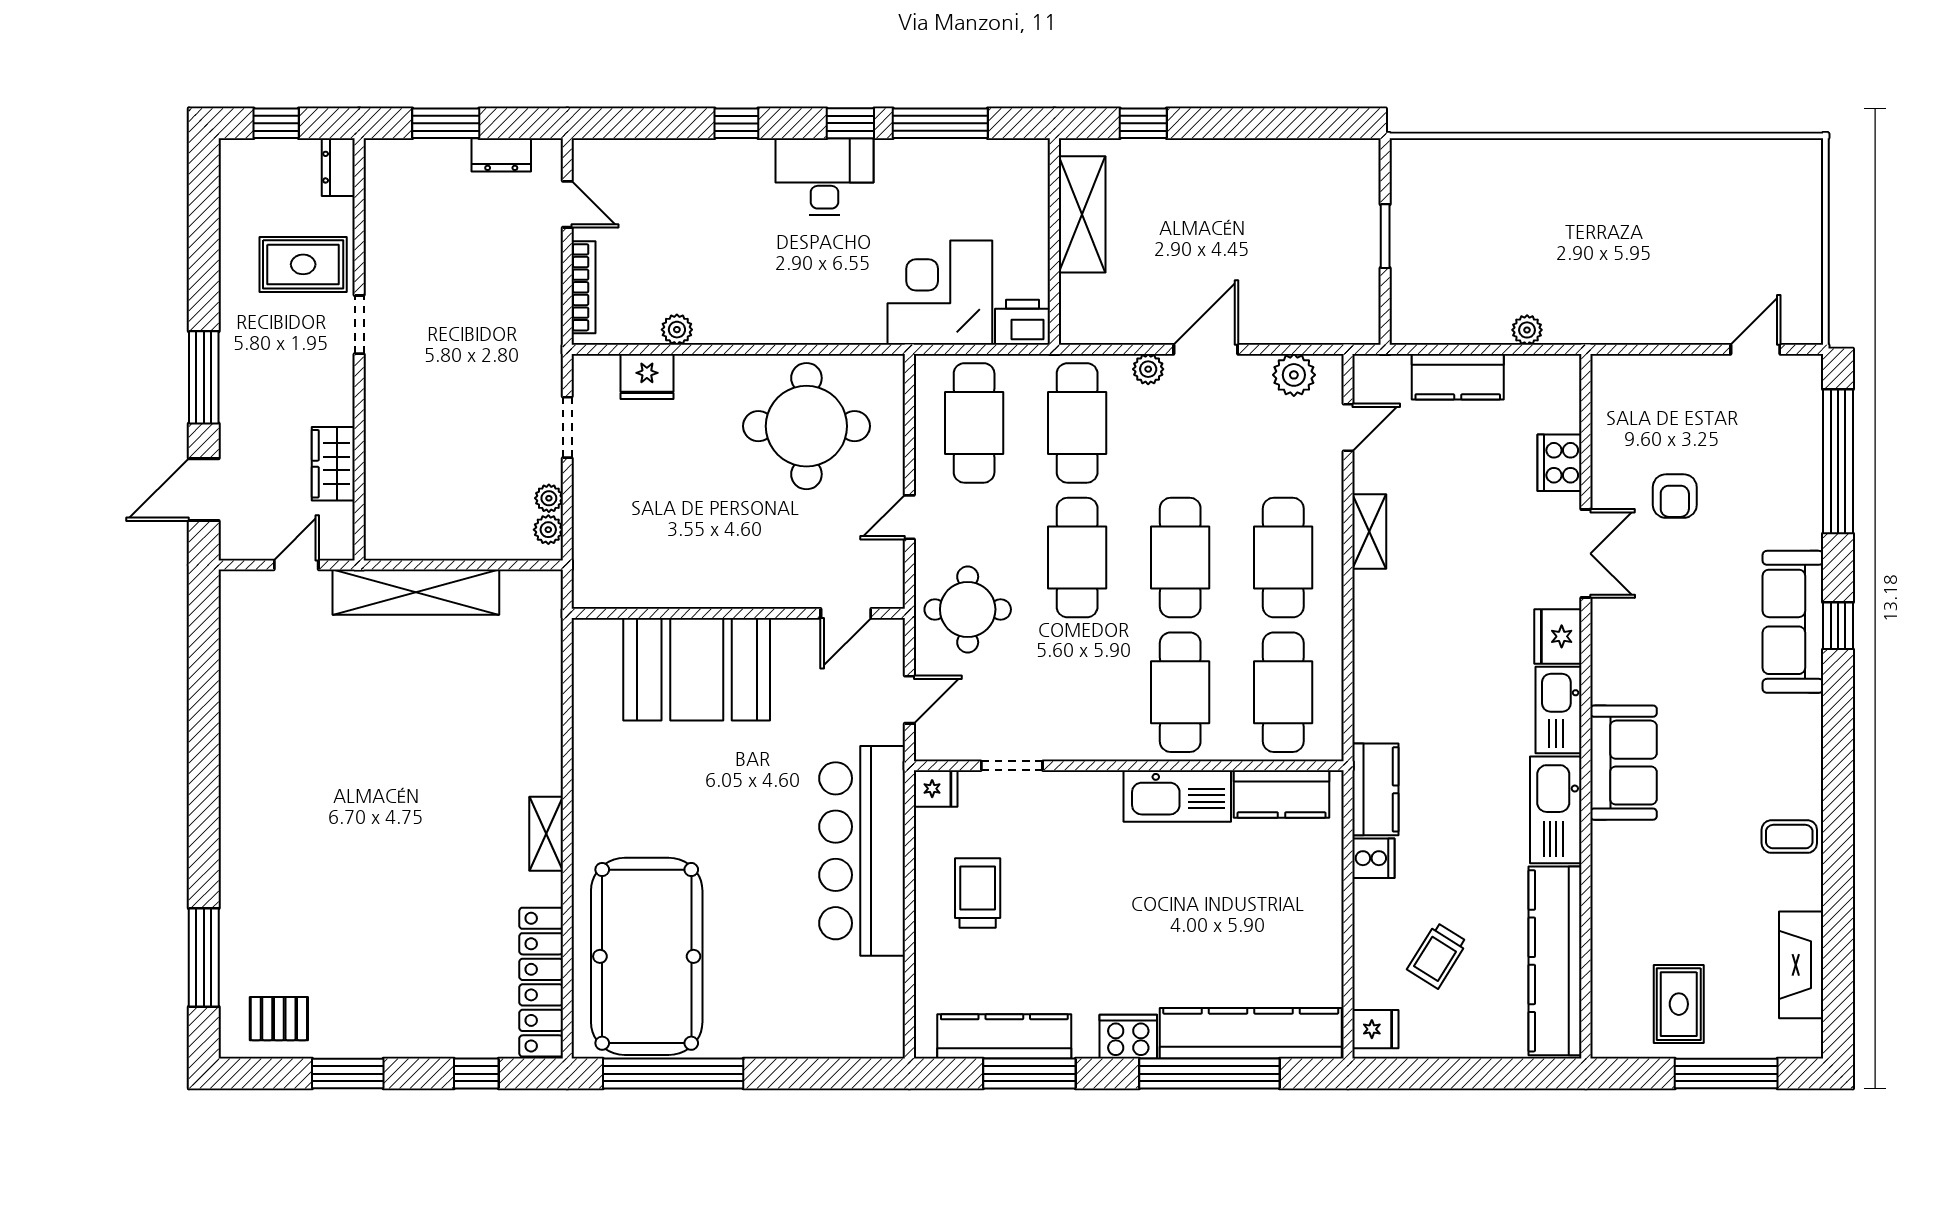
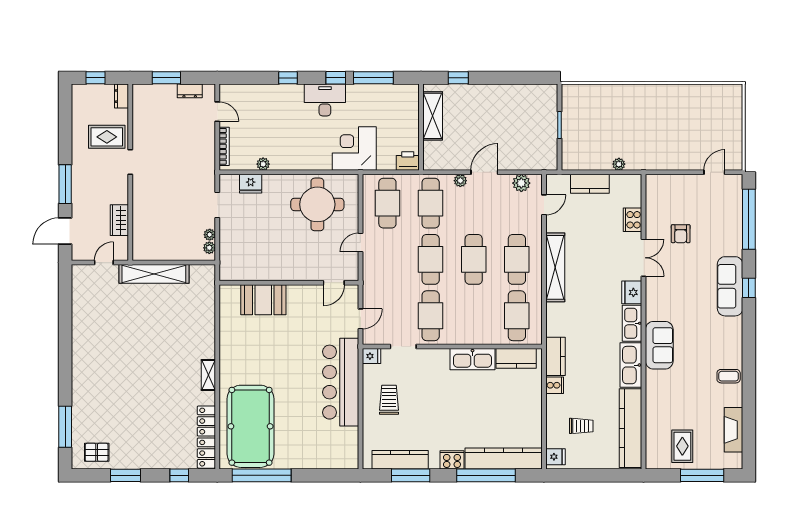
corner desk: (940, 293) -> (354, 149), moved
shelving: (1369, 532) -> (555, 267), width x2.20, depth x1.33
round table: (968, 609) -> (385, 281), removed
booth: (697, 669) -> (263, 300), width x0.73, depth x0.70
cafe table: (1180, 692) -> (431, 316), moved
trolley: (1437, 956) -> (581, 426), turned -122

